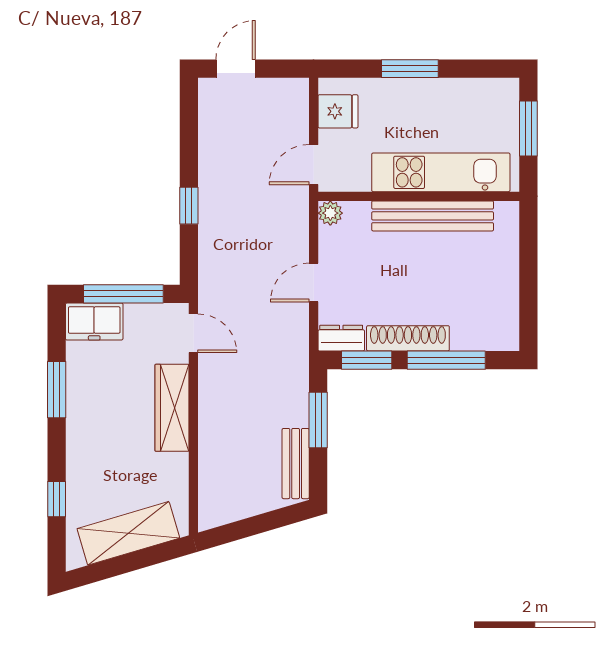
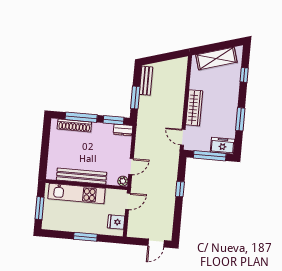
door: (314, 283) -> (131, 167), moved
shoe rack: (408, 338) -> (74, 125), moved

